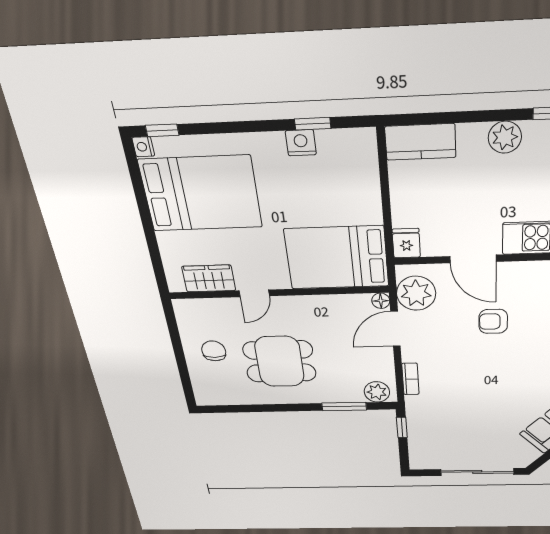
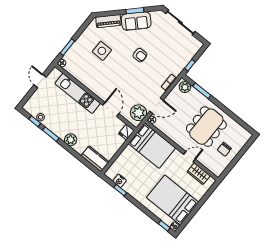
nightstand: (301, 143) -> (120, 181), moved
armchair: (493, 321) -> (140, 55), moved
dining table: (280, 362) -> (206, 127), width x1.38

